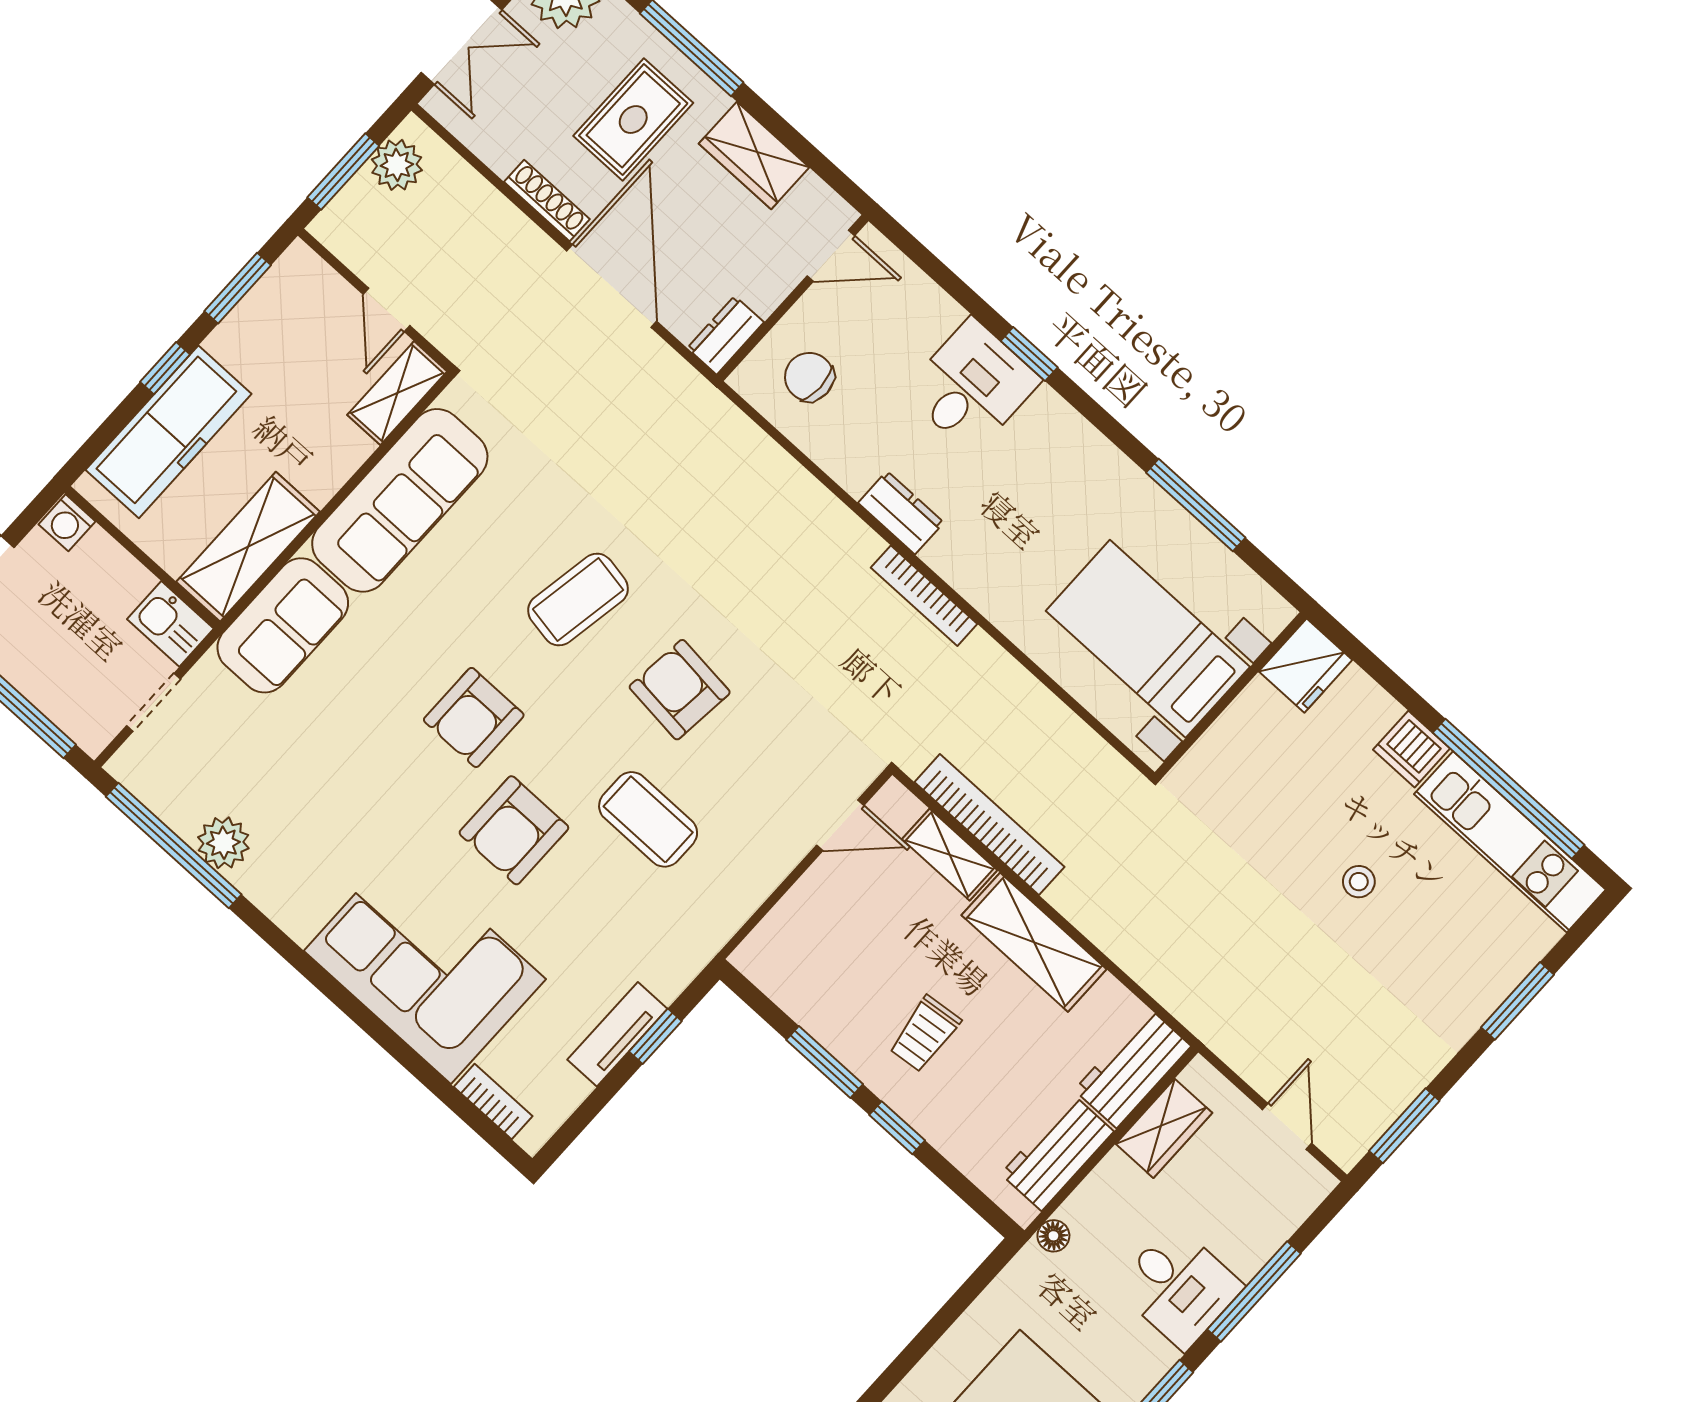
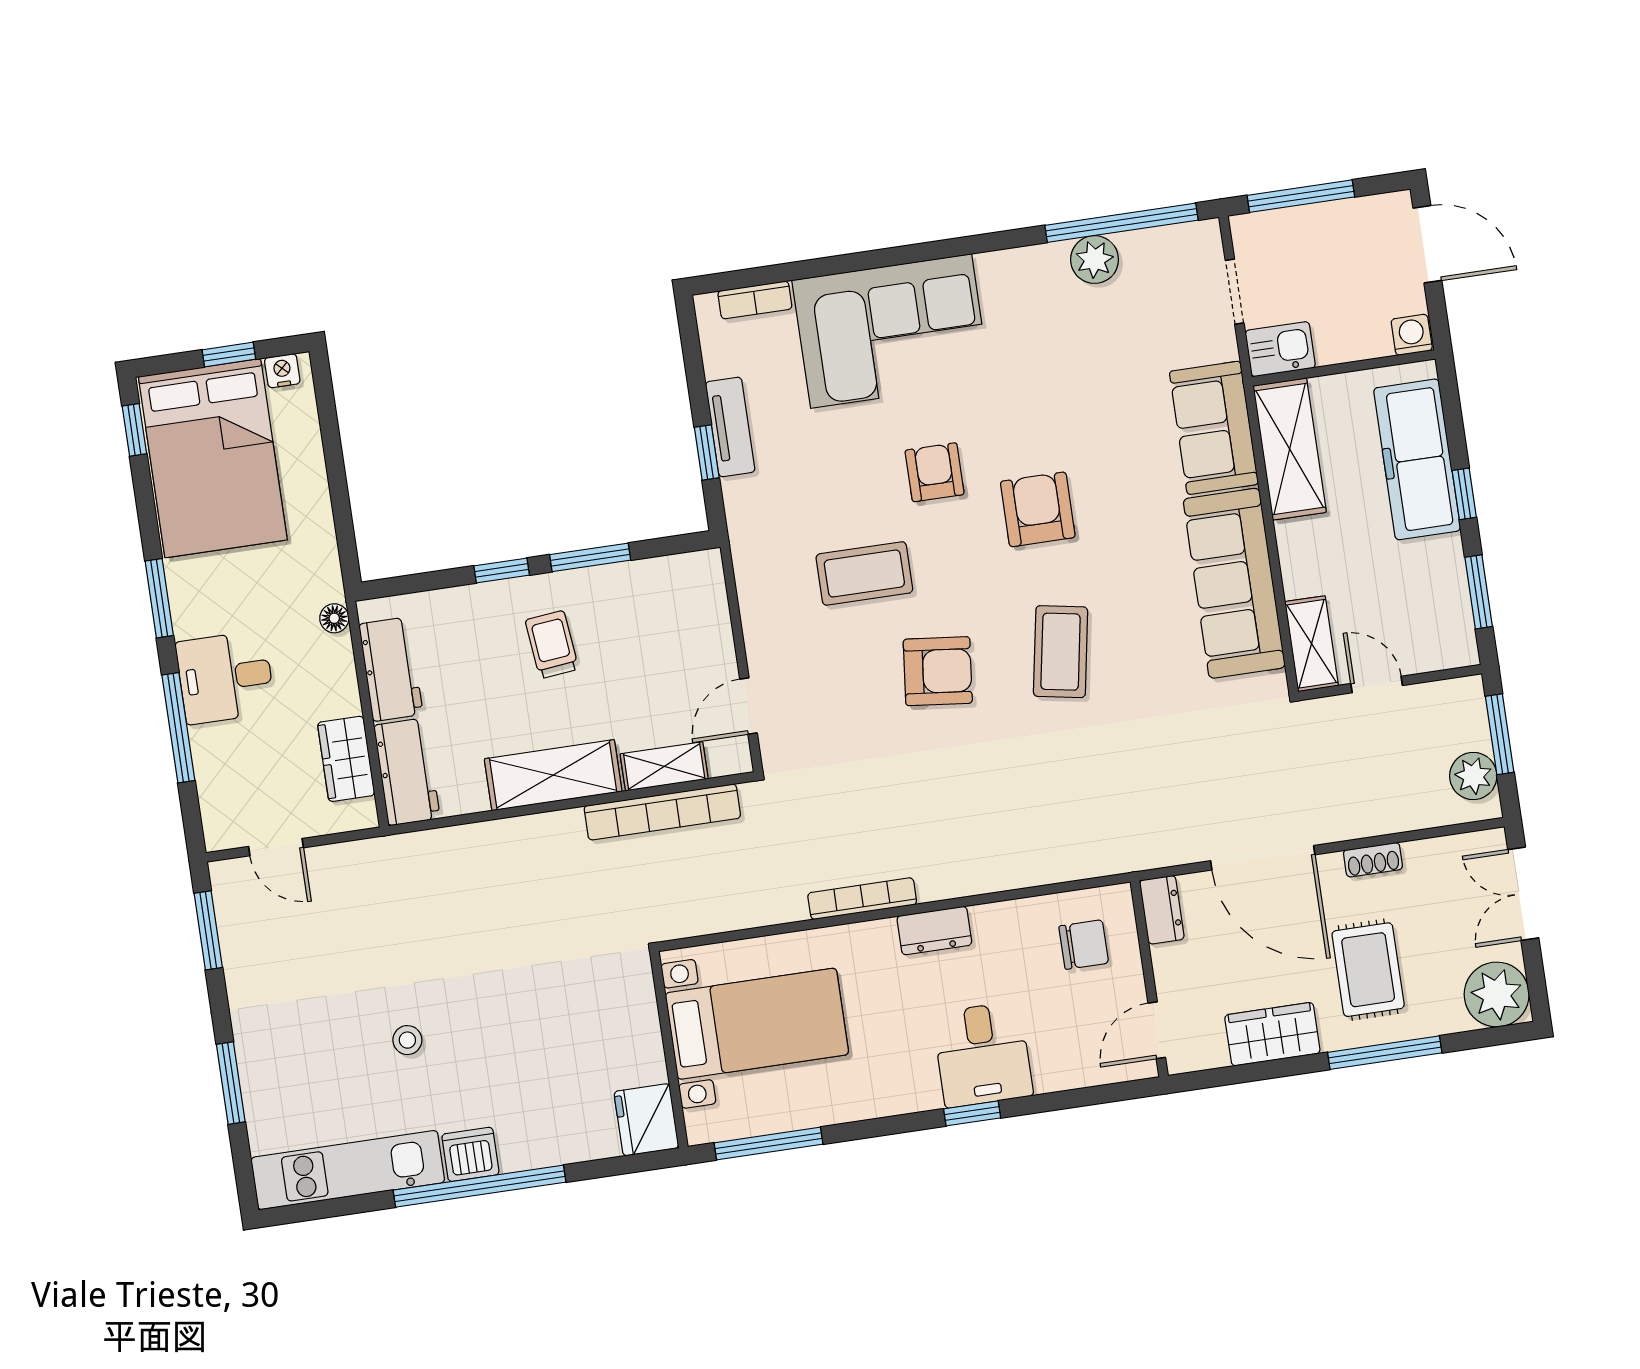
shoe rack: (547, 201) -> (1373, 860), width x0.70
bed with nightstands: (1148, 639) -> (757, 1024), moved
fridge: (1306, 666) -> (646, 1120), moved
wall: (1231, 695) -> (669, 1050), moved
window: (1509, 789) -> (480, 1186), moved
armchair: (514, 830) -> (935, 472), width x0.72, depth x0.72

